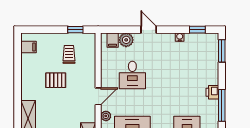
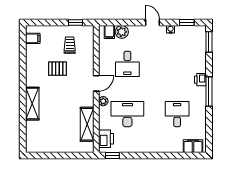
door: (149, 30) -> (153, 22), moved

